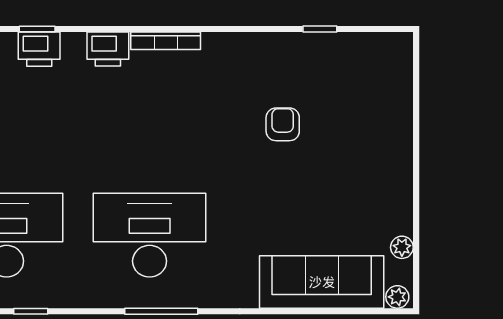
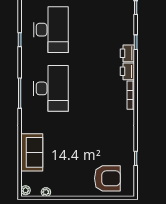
printer: (39, 49) -> (127, 53), moved
armchair: (283, 124) -> (107, 178), moved, width x1.88, depth x1.88
sofa: (322, 282) -> (32, 152), width x0.73

